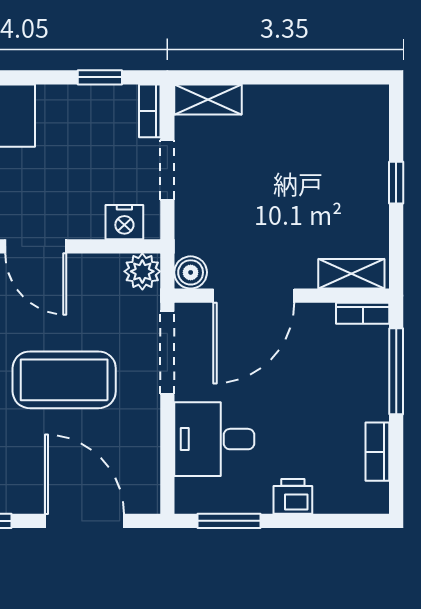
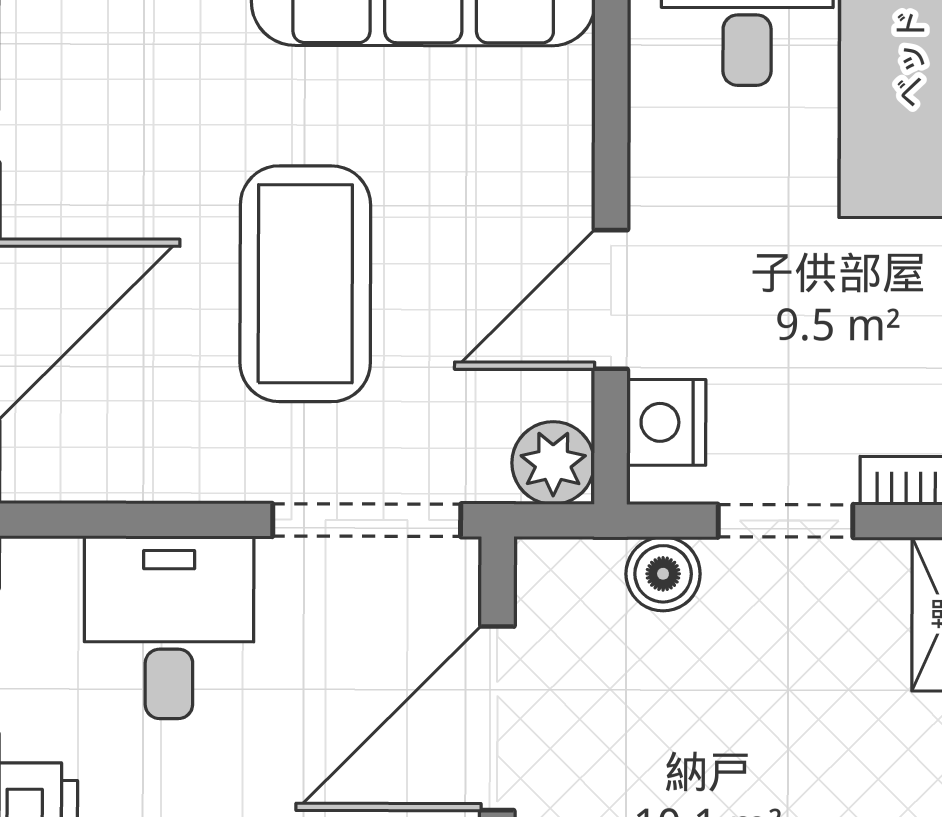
door: (36, 246) -> (611, 299), moved
boiler: (191, 272) -> (663, 574), moved
door: (254, 296) -> (497, 718), hinge flipped

